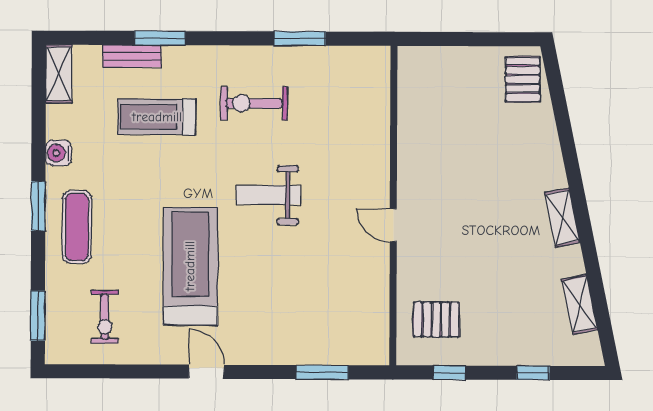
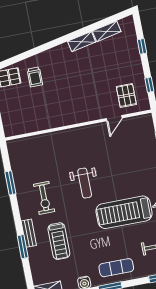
bench: (132, 56) -> (29, 233), moved
trolley: (513, 134) -> (35, 77), added
shelving: (562, 218) -> (82, 42), moved
door: (393, 225) -> (114, 118), moved

